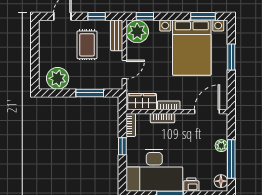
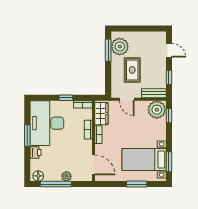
rug: (87, 45) -> (132, 70), moved, turned 90
bed with nightstands: (192, 48) -> (144, 160), width x0.73
window: (90, 93) -> (108, 50), moved

